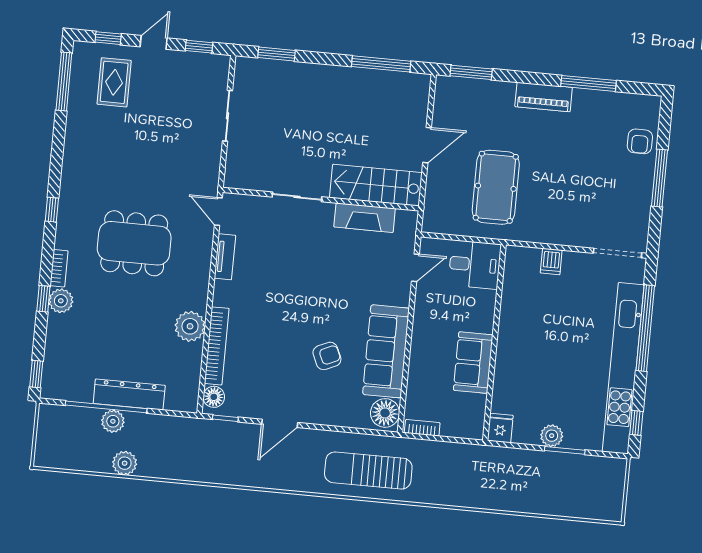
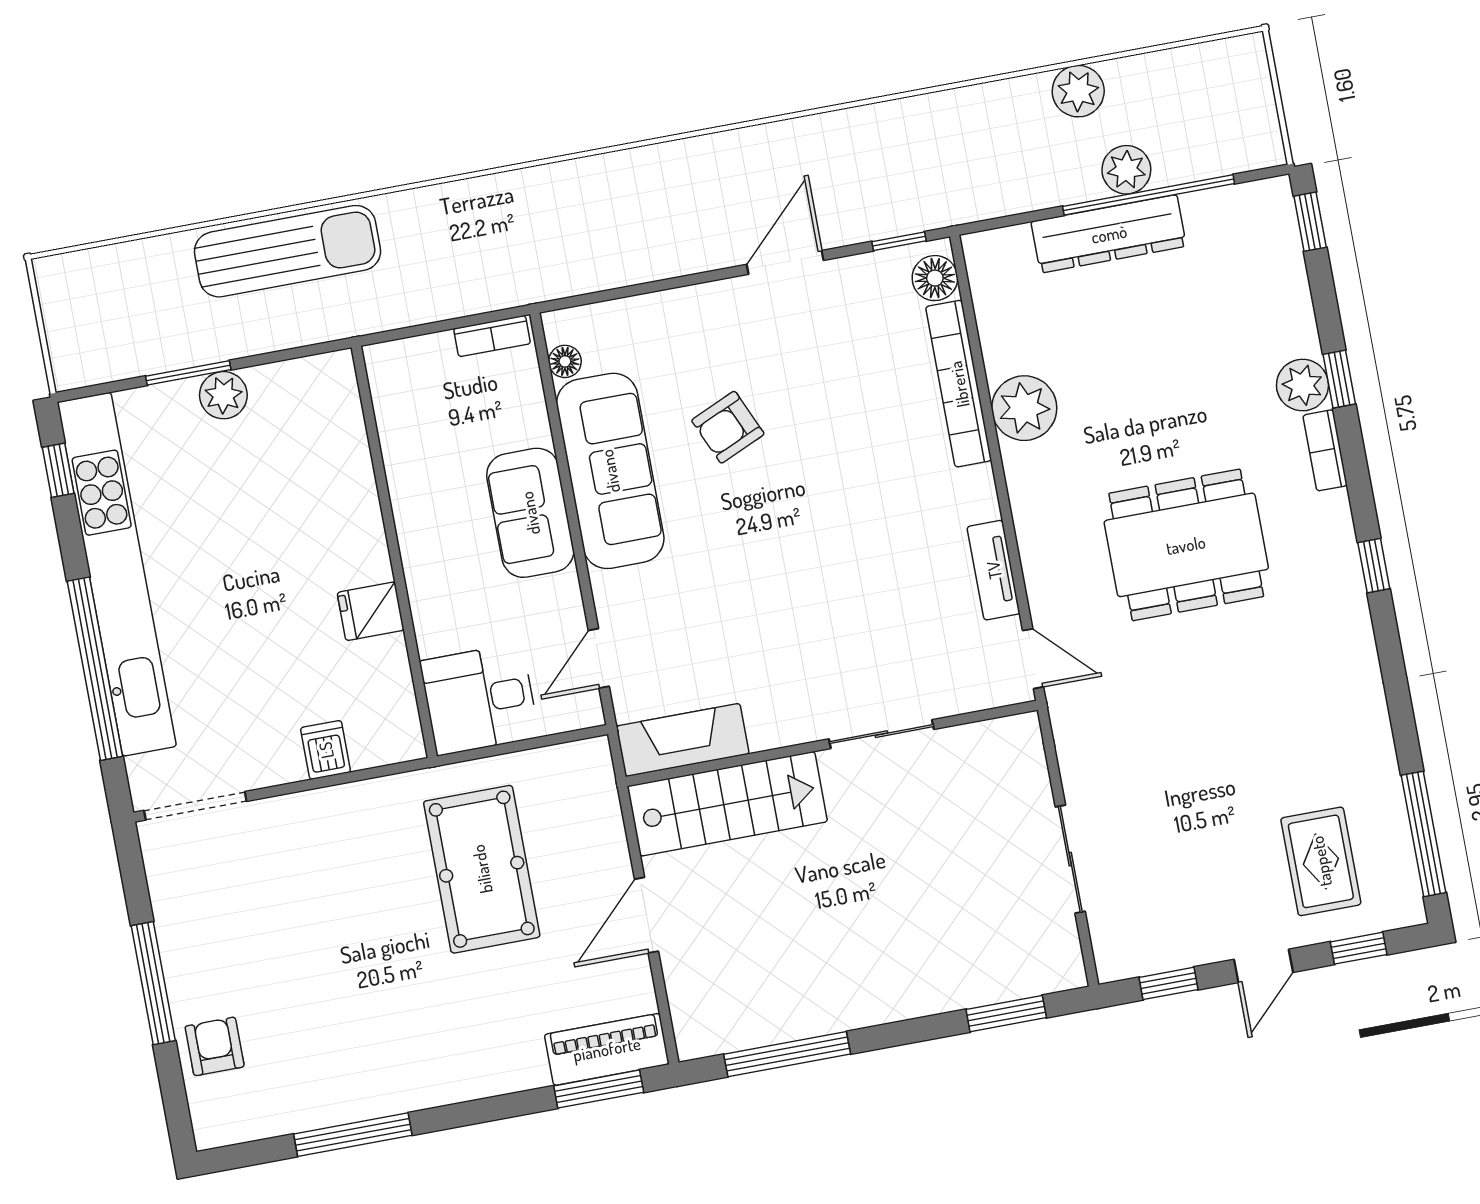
piano: (544, 97) -> (607, 1049), moved
fireplace: (365, 218) -> (683, 740), moved
sofa: (473, 363) -> (530, 513), moved, turned 180
floor lamp: (385, 413) -> (565, 361), width x0.53, depth x0.53
fridge: (500, 428) -> (371, 611), moved, turned 90
sun lounger: (368, 471) -> (288, 251), moved

